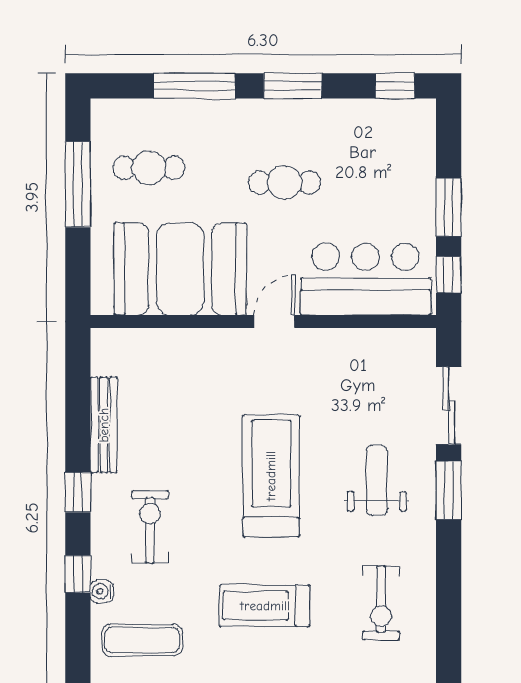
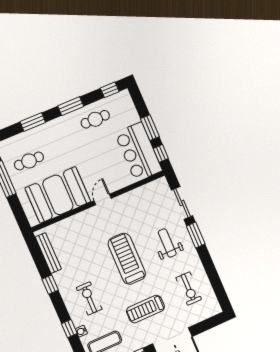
window: (194, 86) -> (33, 122), width x0.69
cafe table: (285, 183) -> (95, 119), moved
bar counter: (365, 279) -> (139, 152), moved, turned -90
bench: (104, 425) -> (48, 253), moved
window: (78, 492) -> (50, 285), moved

